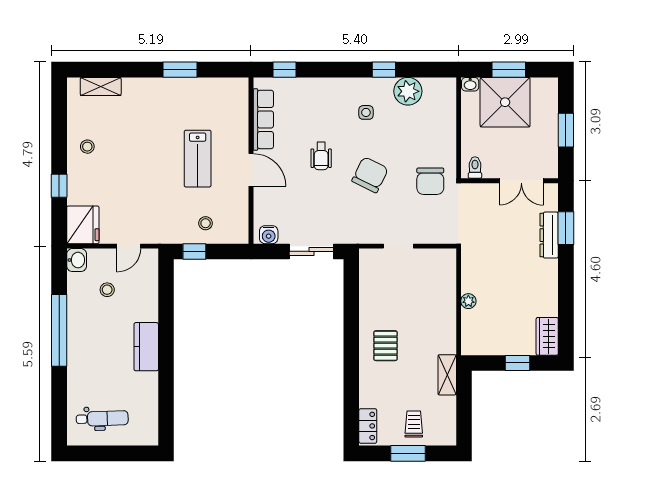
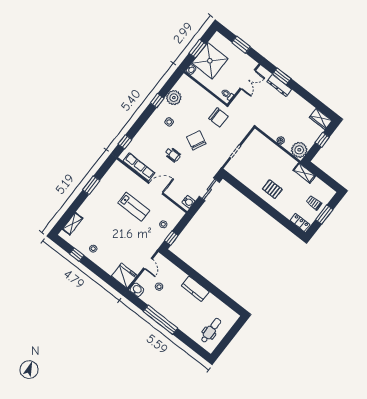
window: (59, 186) -> (77, 255), moved
plant: (476, 340) -> (299, 150), added

